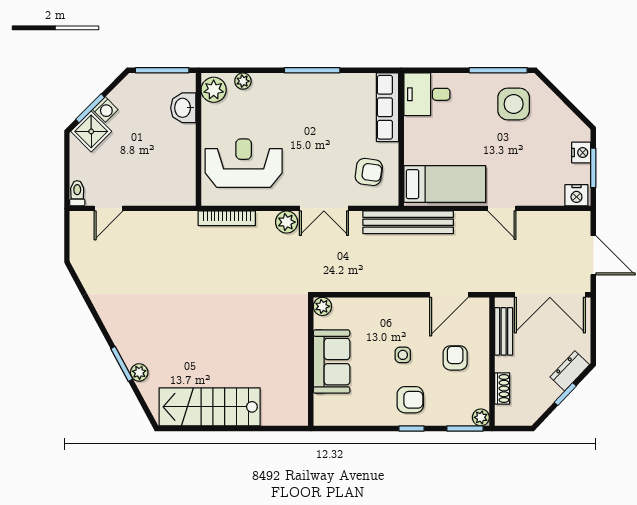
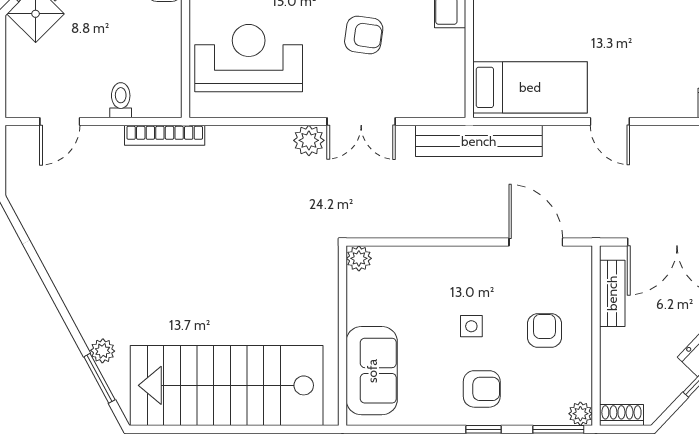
armchair: (369, 172) -> (364, 35), moved
toilet: (77, 193) -> (121, 100), moved
bookcase: (227, 218) -> (165, 135), moved
door: (449, 295) -> (536, 242), swing flipped
sofa: (332, 362) -> (372, 371), moved
window: (122, 364) -> (99, 378), moved
shoe rack: (502, 388) -> (621, 415), moved, turned -90
stairs: (210, 407) -> (227, 385), width x1.36, depth x1.51

